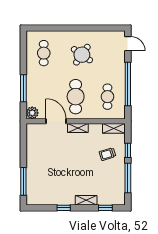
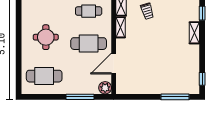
cafe table: (44, 53) -> (44, 76), width x1.37, depth x1.35
round table: (82, 55) -> (46, 37), turned -35
shelving: (78, 128) -> (121, 27), moved
window: (64, 208) -> (202, 79), moved

